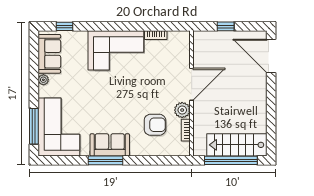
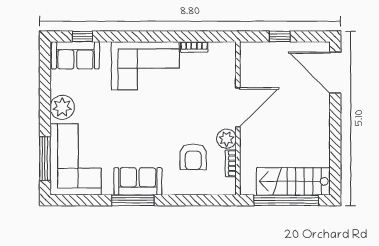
sofa: (49, 54) -> (75, 55), moved, turned 90
plant: (43, 80) -> (62, 107), width x1.88, depth x1.88
armchair: (155, 125) -> (193, 157), turned 90

